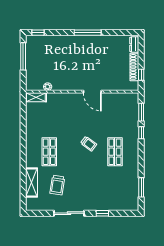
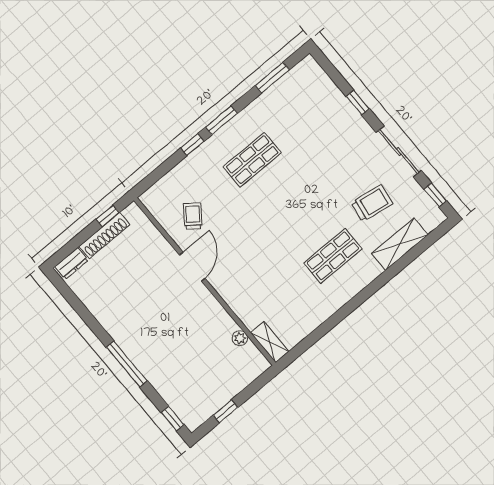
window: (88, 33) -> (127, 364), moved
window: (23, 56) -> (225, 411), width x0.46
window: (141, 112) -> (221, 120), moved
trolley: (89, 144) -> (193, 216), moved
window: (39, 213) -> (435, 195), added

